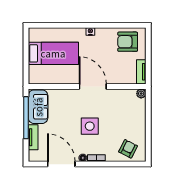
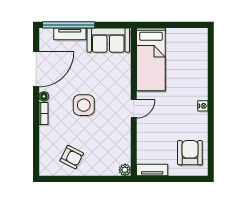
bed: (53, 53) -> (151, 59), moved
door: (93, 86) -> (134, 109), width x0.53
window: (26, 118) -> (69, 25), moved
armchair: (128, 149) -> (72, 157), moved

